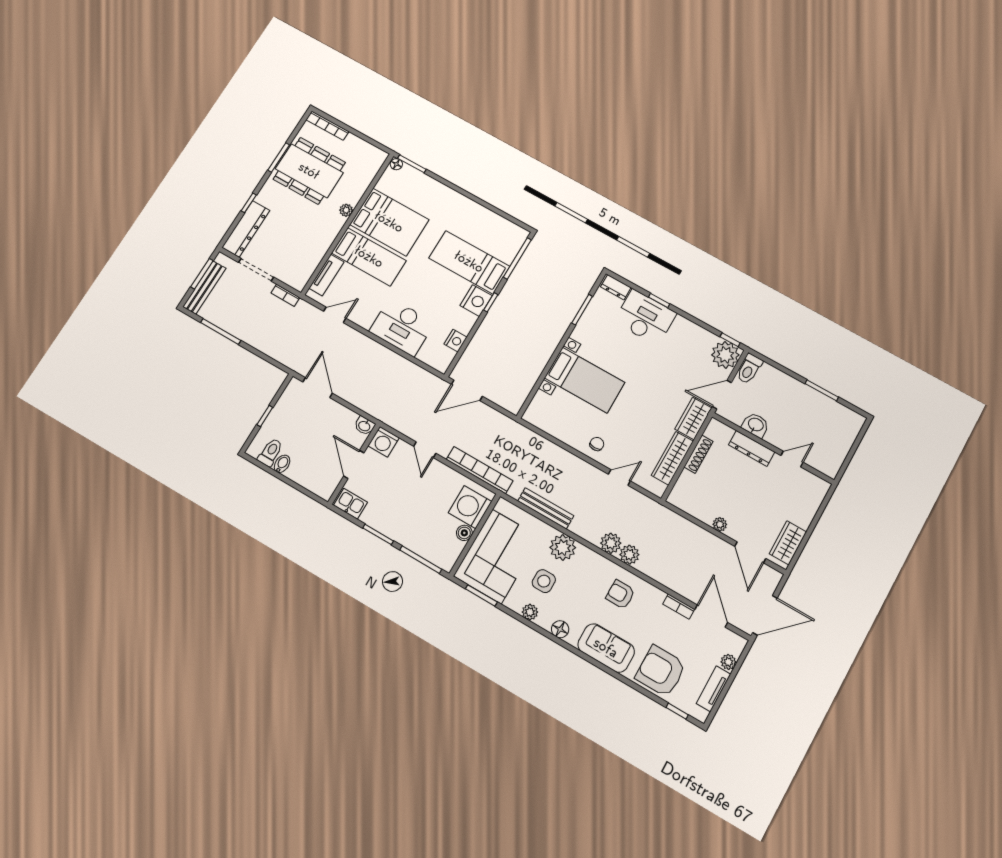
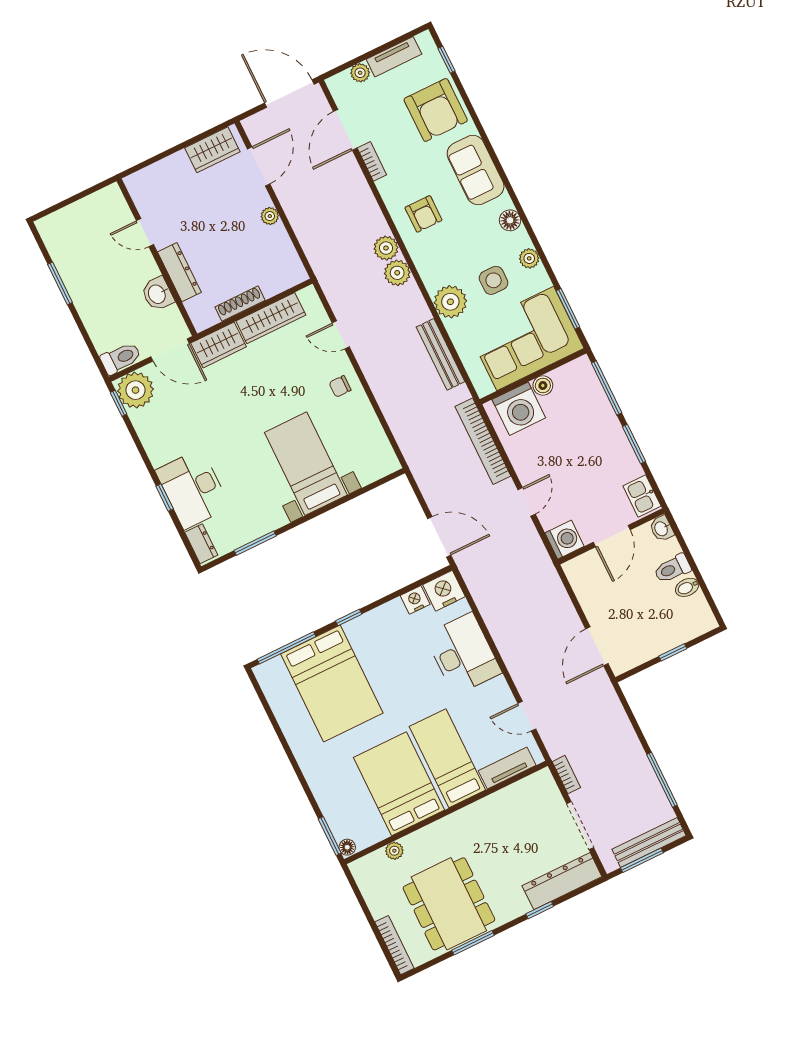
plant: (346, 210) -> (394, 851), moved
bed: (469, 262) -> (332, 683), width x1.50
nightstand: (476, 301) -> (444, 591), moved
washbasin: (364, 426) -> (662, 529), moved, turned 180
toilet: (270, 452) -> (672, 569), moved

